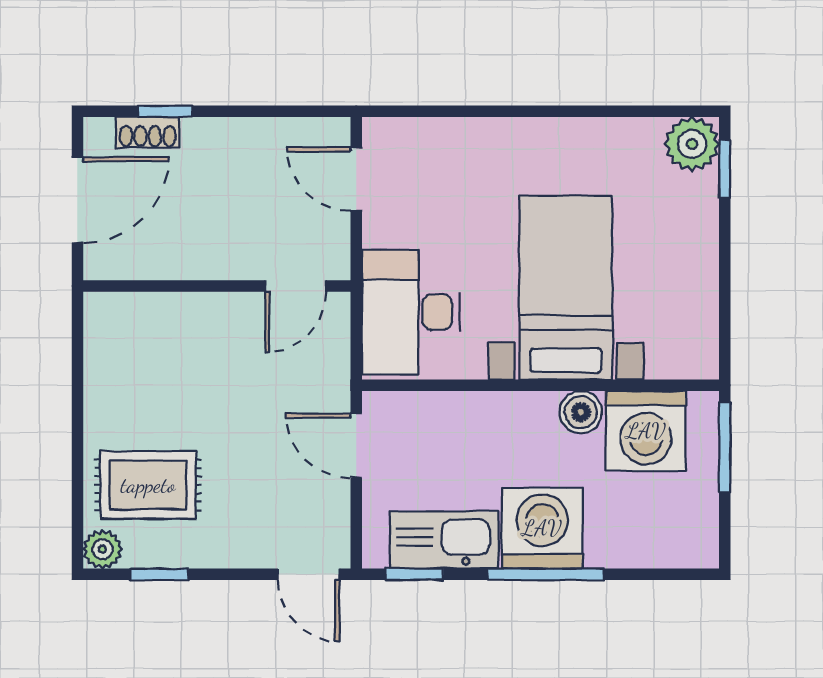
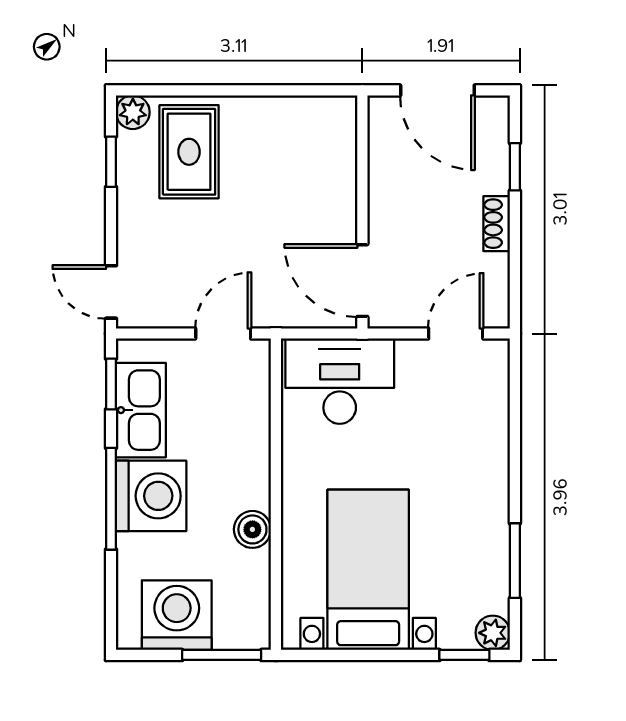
window: (617, 111) -> (515, 561), added
shoe rack: (148, 132) -> (497, 224), moved
plant: (692, 144) -> (493, 633), width x0.73, depth x0.73
door: (296, 286) -> (362, 281), width x1.37
bed with nightstands: (566, 288) -> (368, 570), moved, turned -90
washing machine: (646, 431) -> (177, 615), moved, turned 90
door: (309, 574) -> (111, 292), hinge flipped

